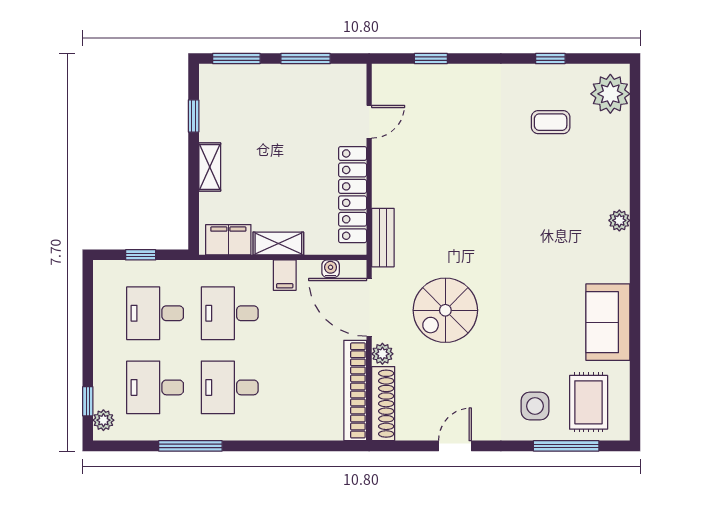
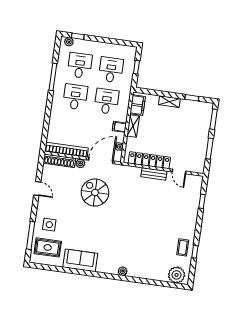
coffee table: (551, 122) -> (183, 247), moved
bench: (383, 238) -> (154, 174), moved

